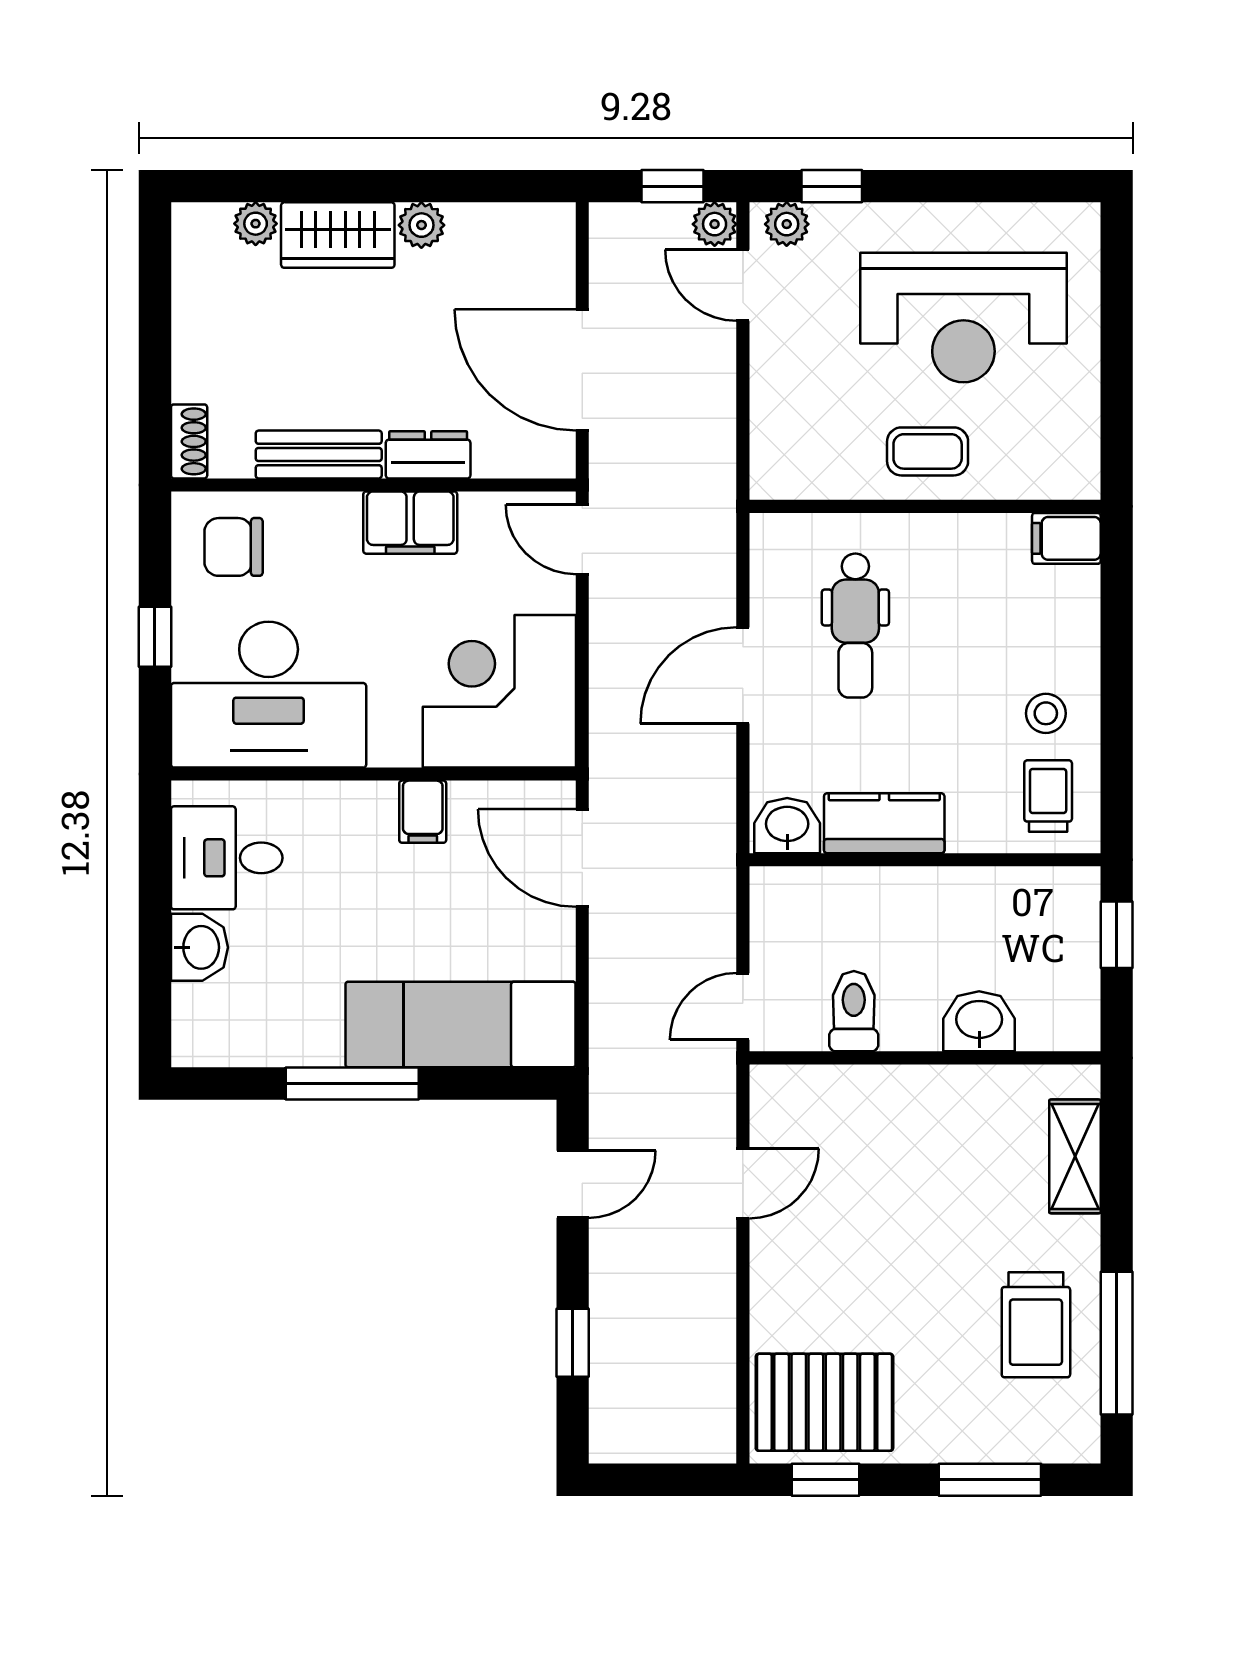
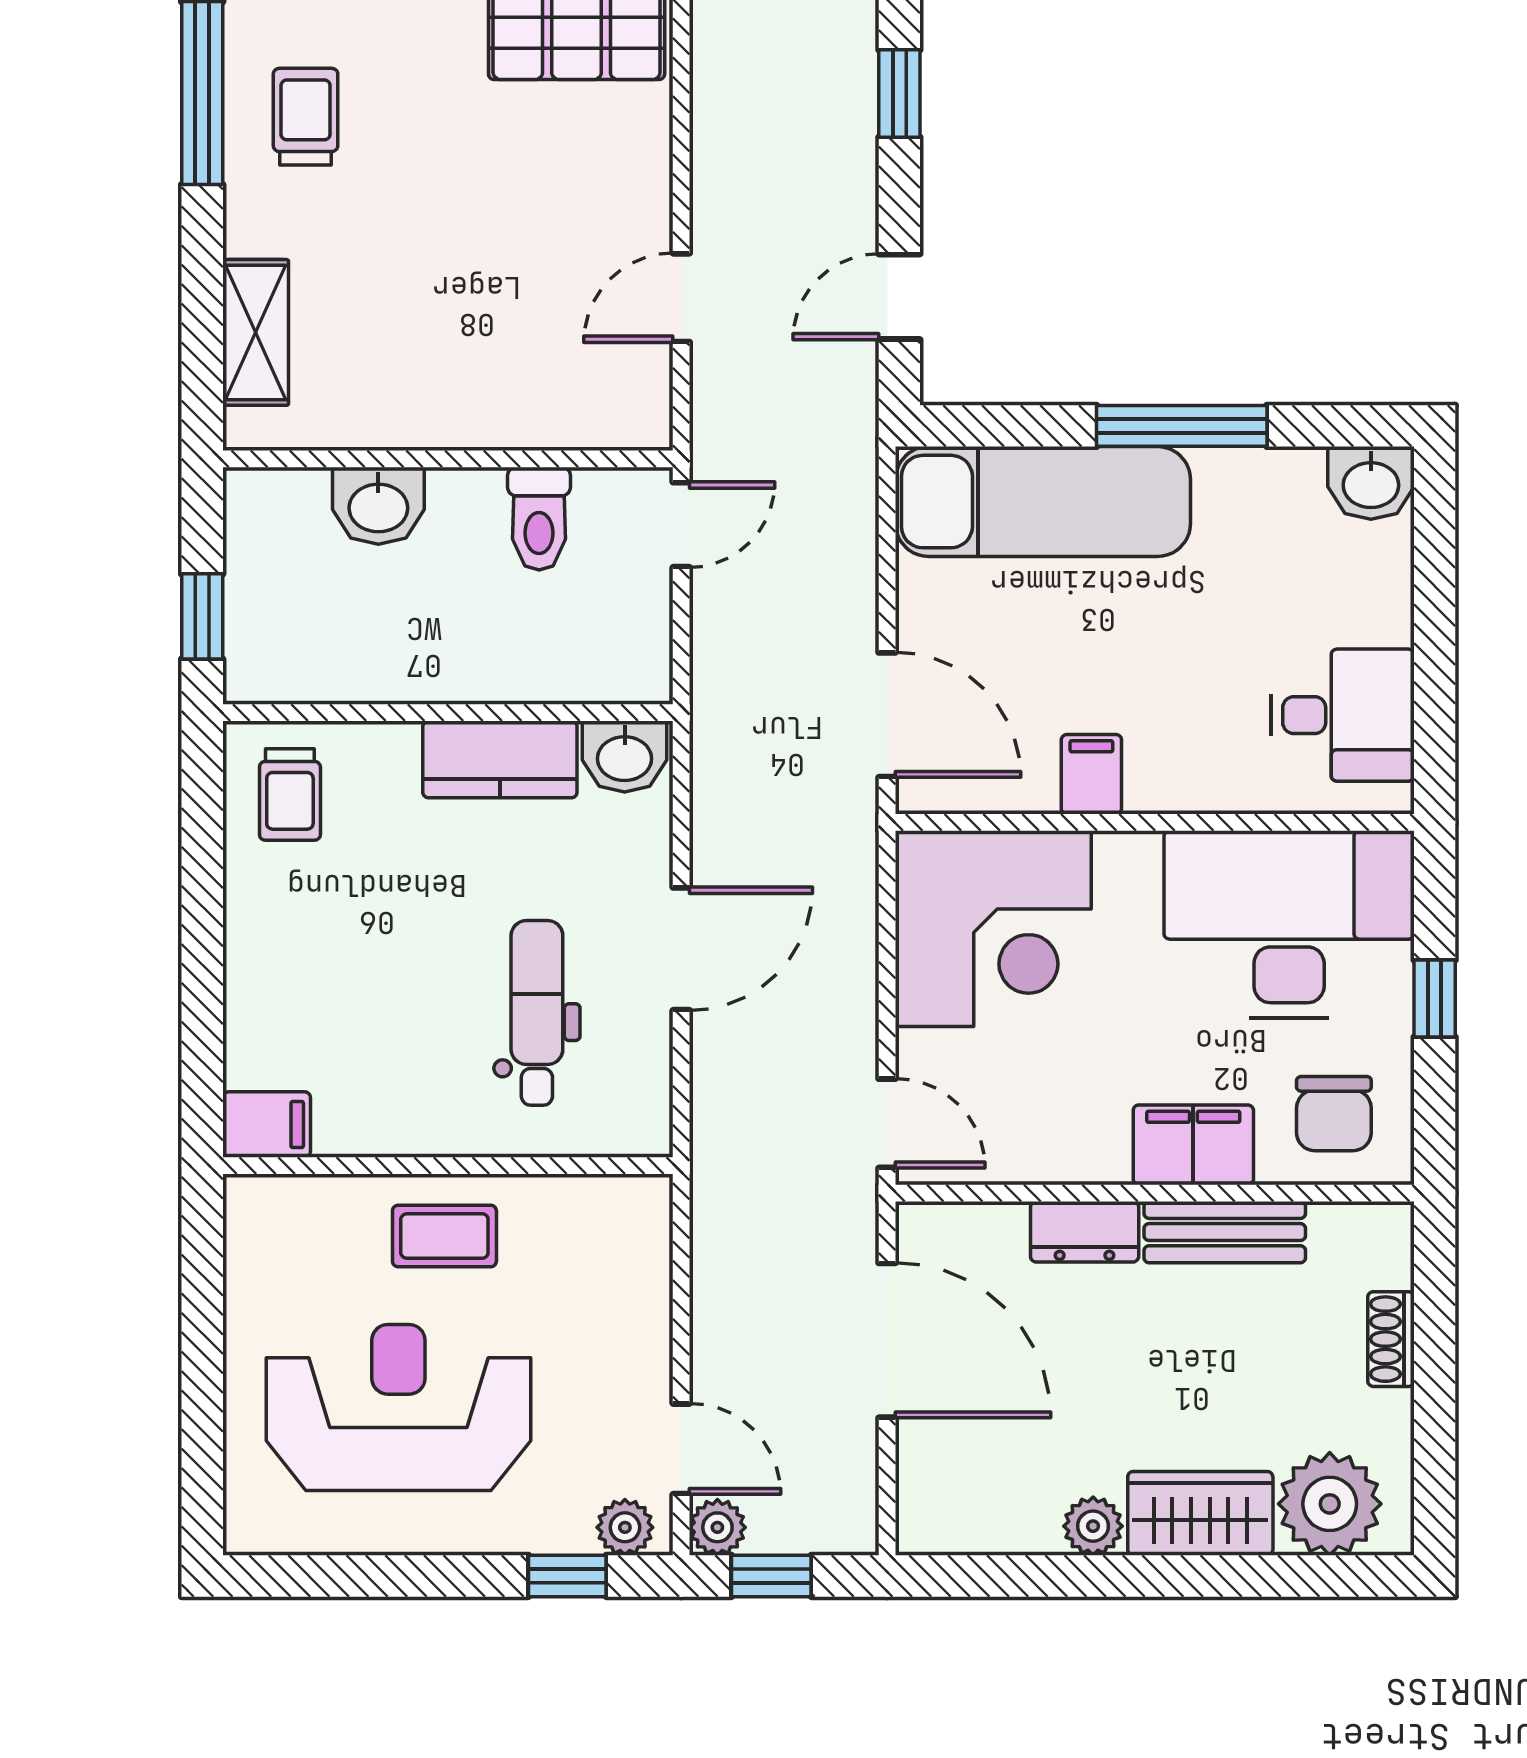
plant: (256, 224) -> (1330, 1504), width x1.87, depth x1.87
shoe rack: (189, 441) -> (1391, 1339), moved
filing cabinet: (410, 523) -> (1193, 1145), moved
chair: (234, 547) -> (1334, 1114), turned 90
stool: (1046, 713) -> (293, 900), removed
washbasin: (199, 947) -> (1371, 483), moved, turned -90
trolley: (1036, 1325) -> (306, 117), width x0.73, depth x0.72

